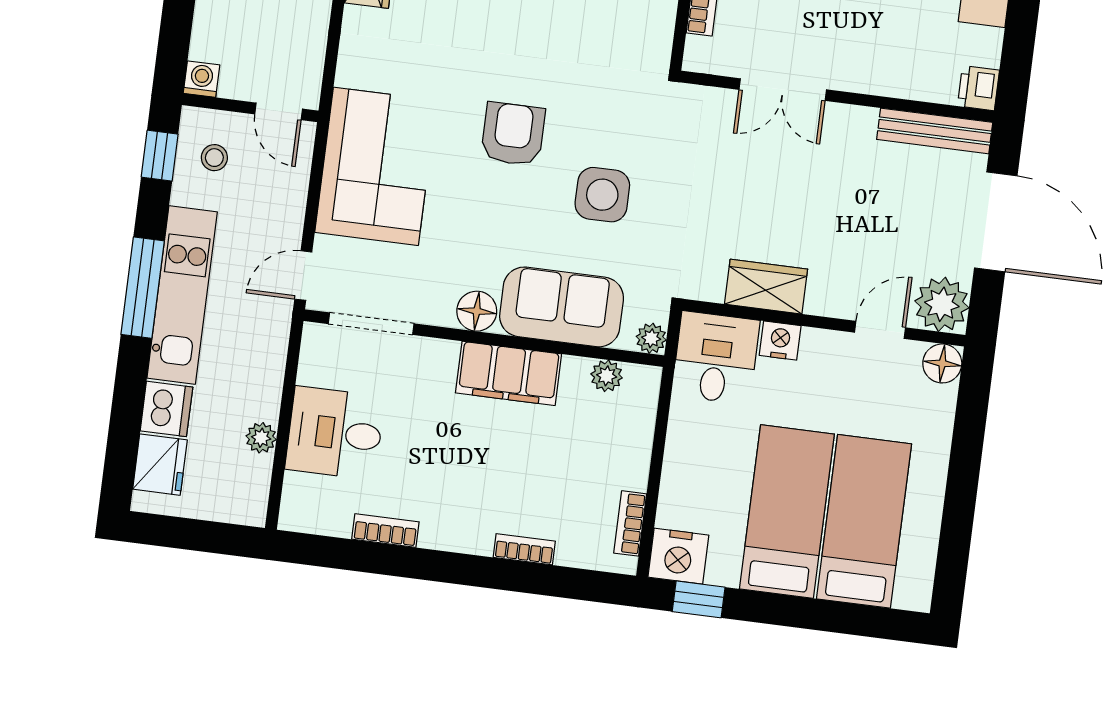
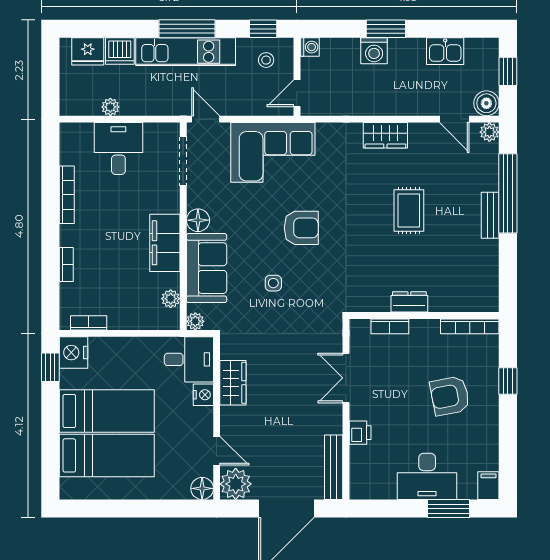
printer: (978, 88) -> (360, 433), moved, turned 90
side table: (602, 195) -> (273, 283), width x0.54, depth x0.54
bookcase: (385, 530) -> (67, 195), width x1.56

